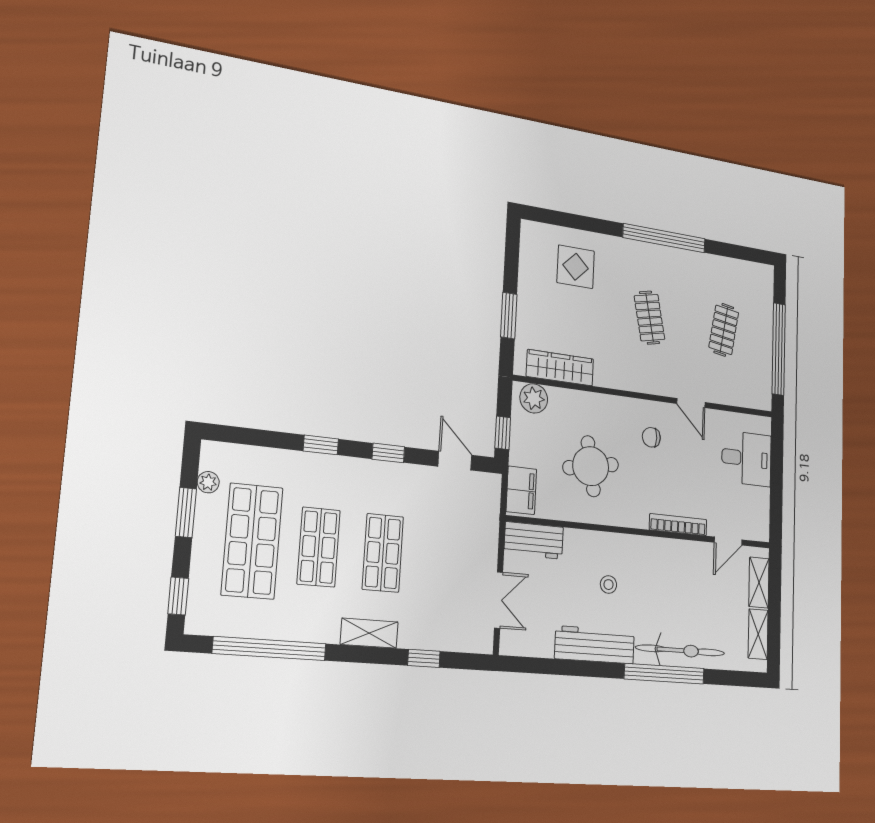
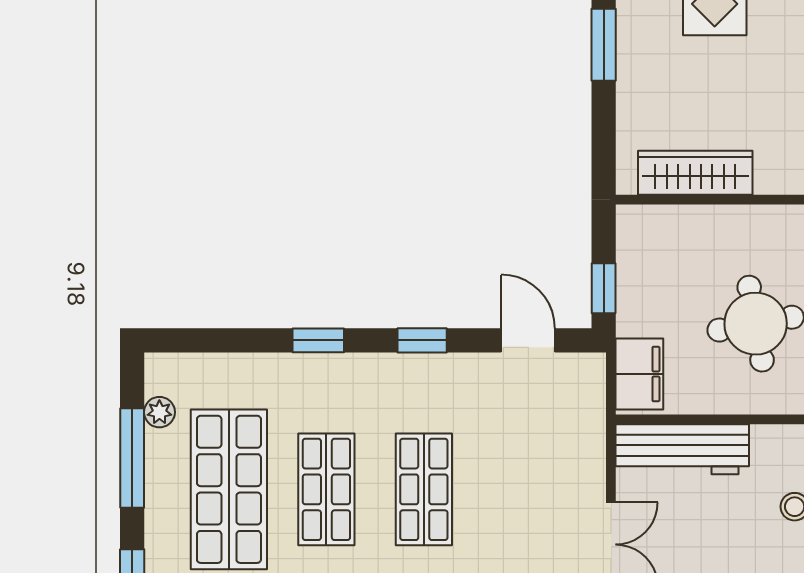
window: (509, 316) -> (604, 45), moved
plant: (534, 398) -> (653, 228), removed
window: (186, 513) -> (132, 458), width x1.44
workbench: (534, 540) -> (682, 449), width x1.37

